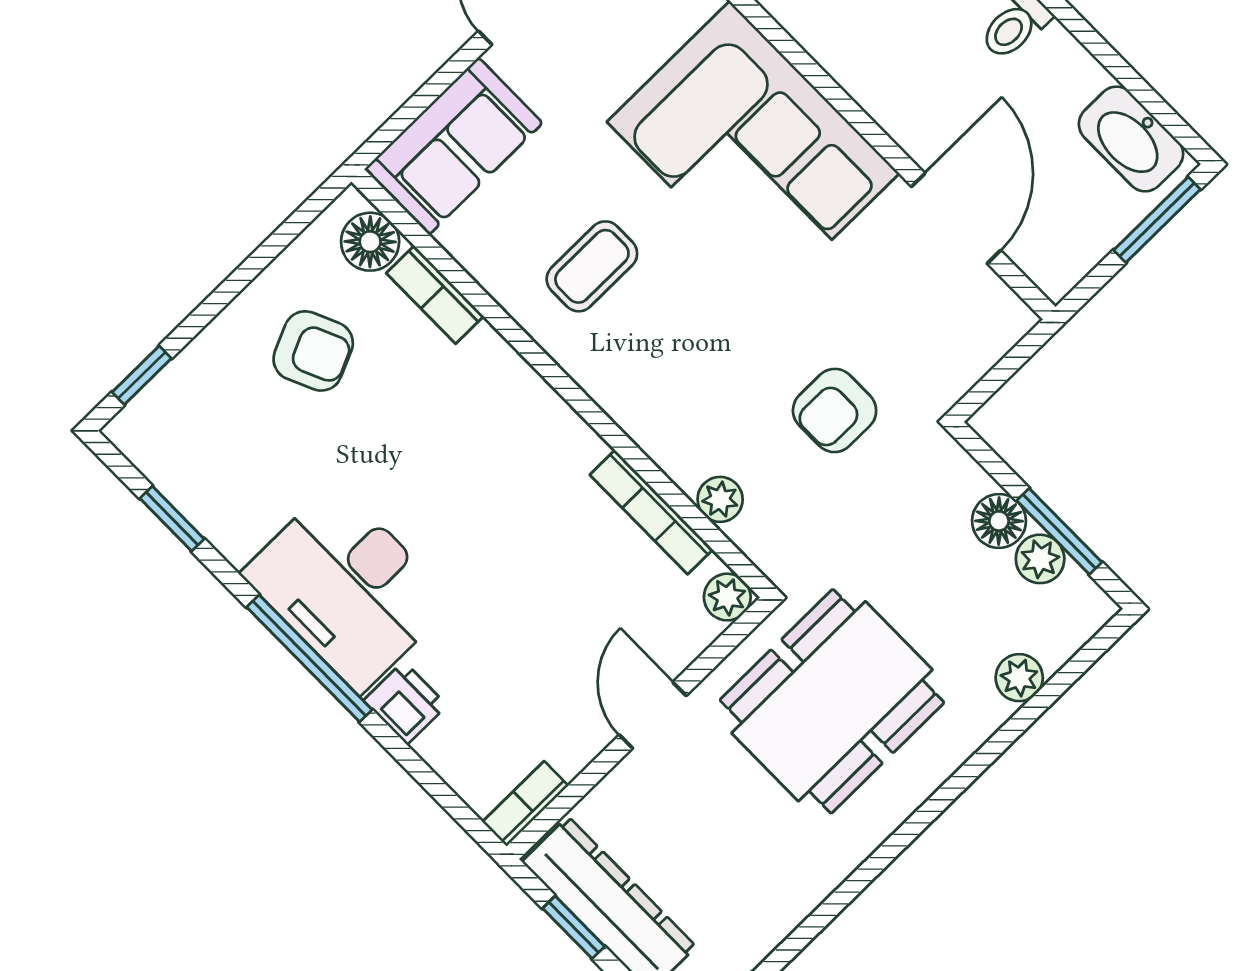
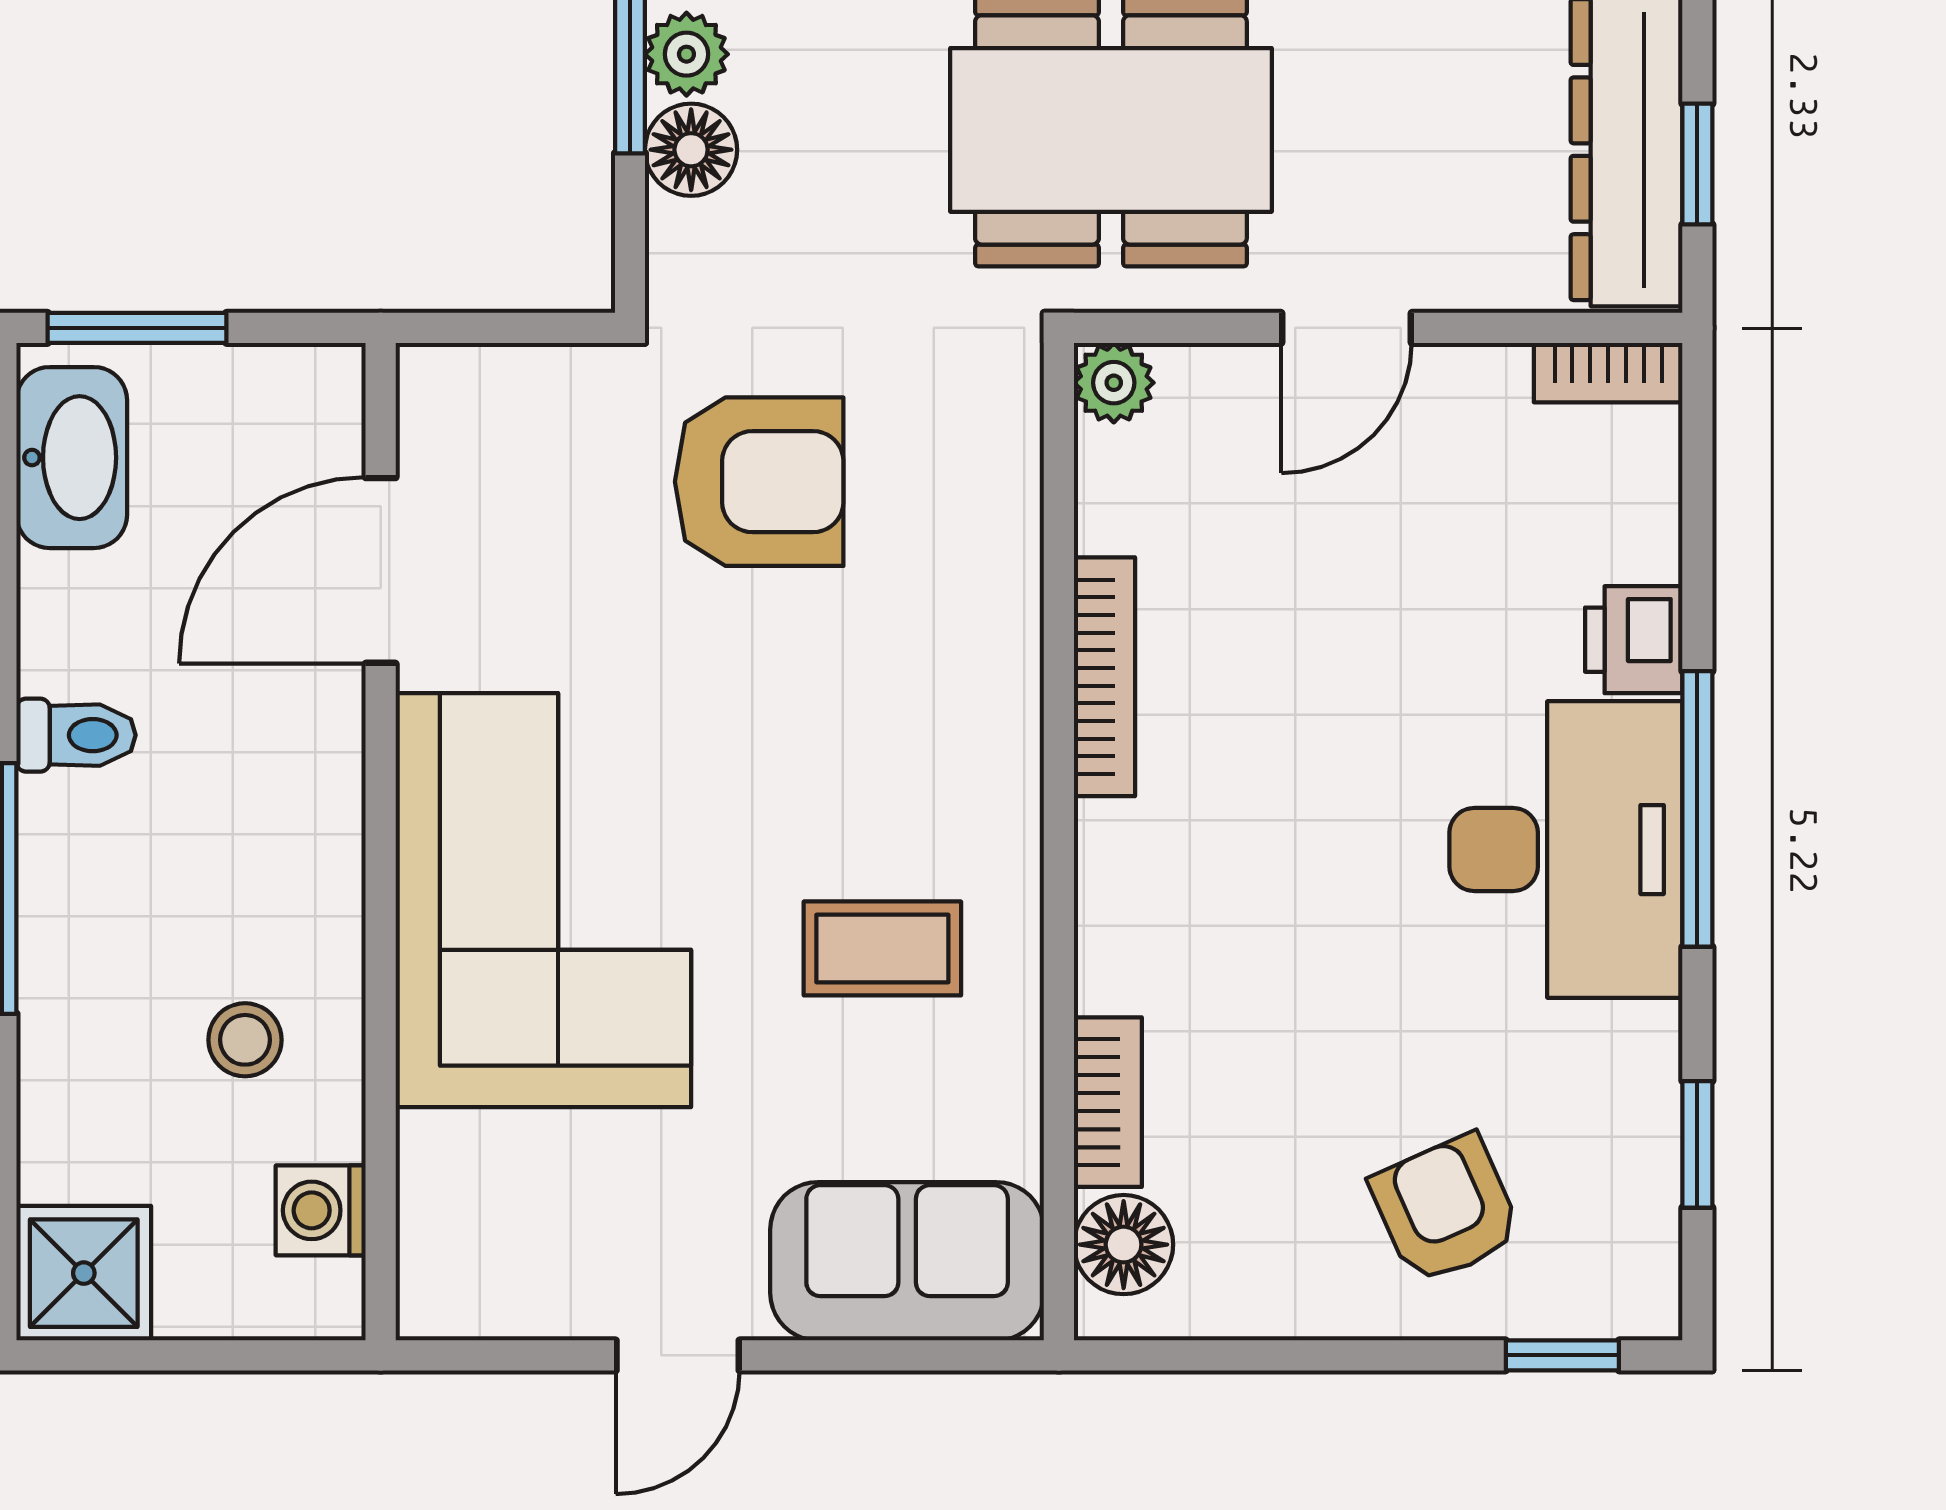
armchair: (313, 351) -> (1446, 1209), moved
armchair: (835, 410) -> (759, 482), width x1.38, depth x1.38
plant: (720, 499) -> (1005, 510), removed
bookcase: (651, 512) -> (1104, 677), moved

